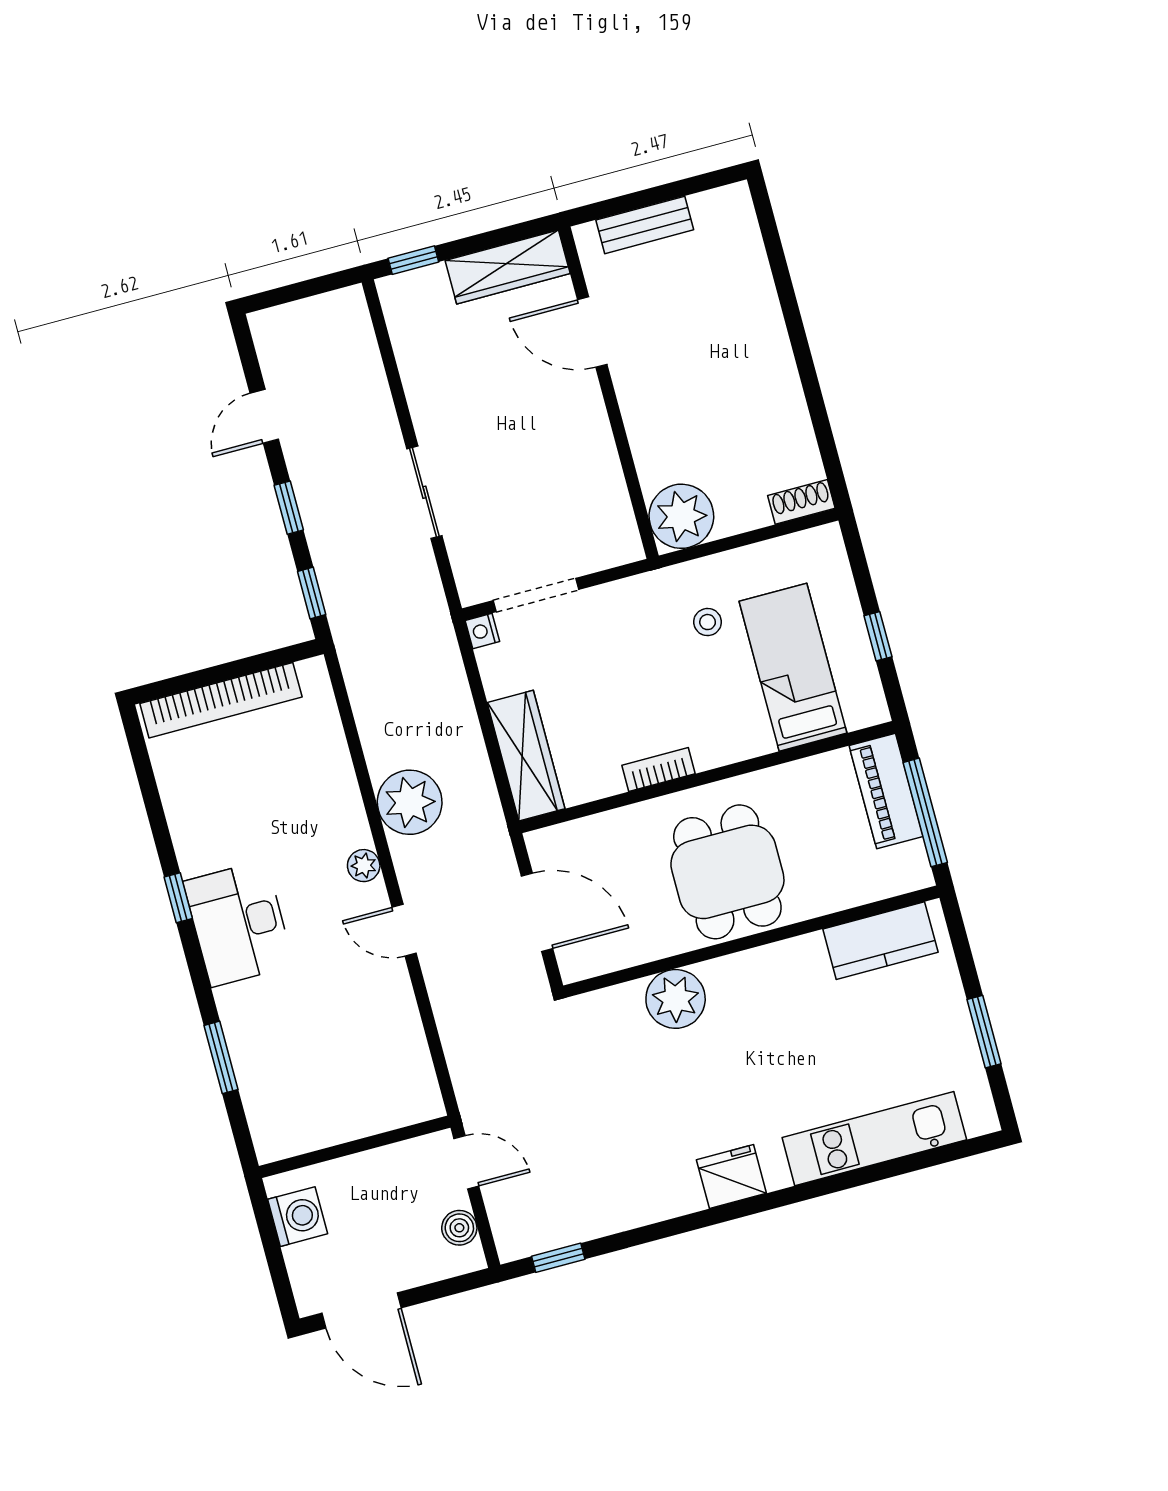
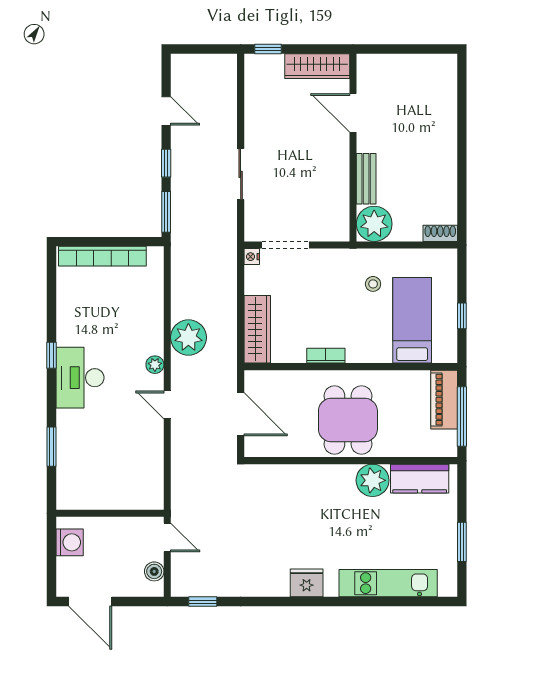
bench: (645, 225) -> (366, 179), moved, turned 90
door: (264, 416) -> (166, 111), swing flipped
window: (312, 593) -> (166, 212), width x1.50
plant: (676, 999) -> (373, 480), moved

